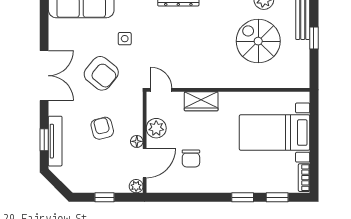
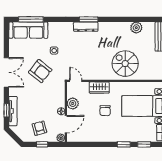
spiral stairs: (258, 41) -> (125, 64), moved
armchair: (102, 128) -> (39, 128), moved
chair: (191, 158) -> (105, 111), moved

